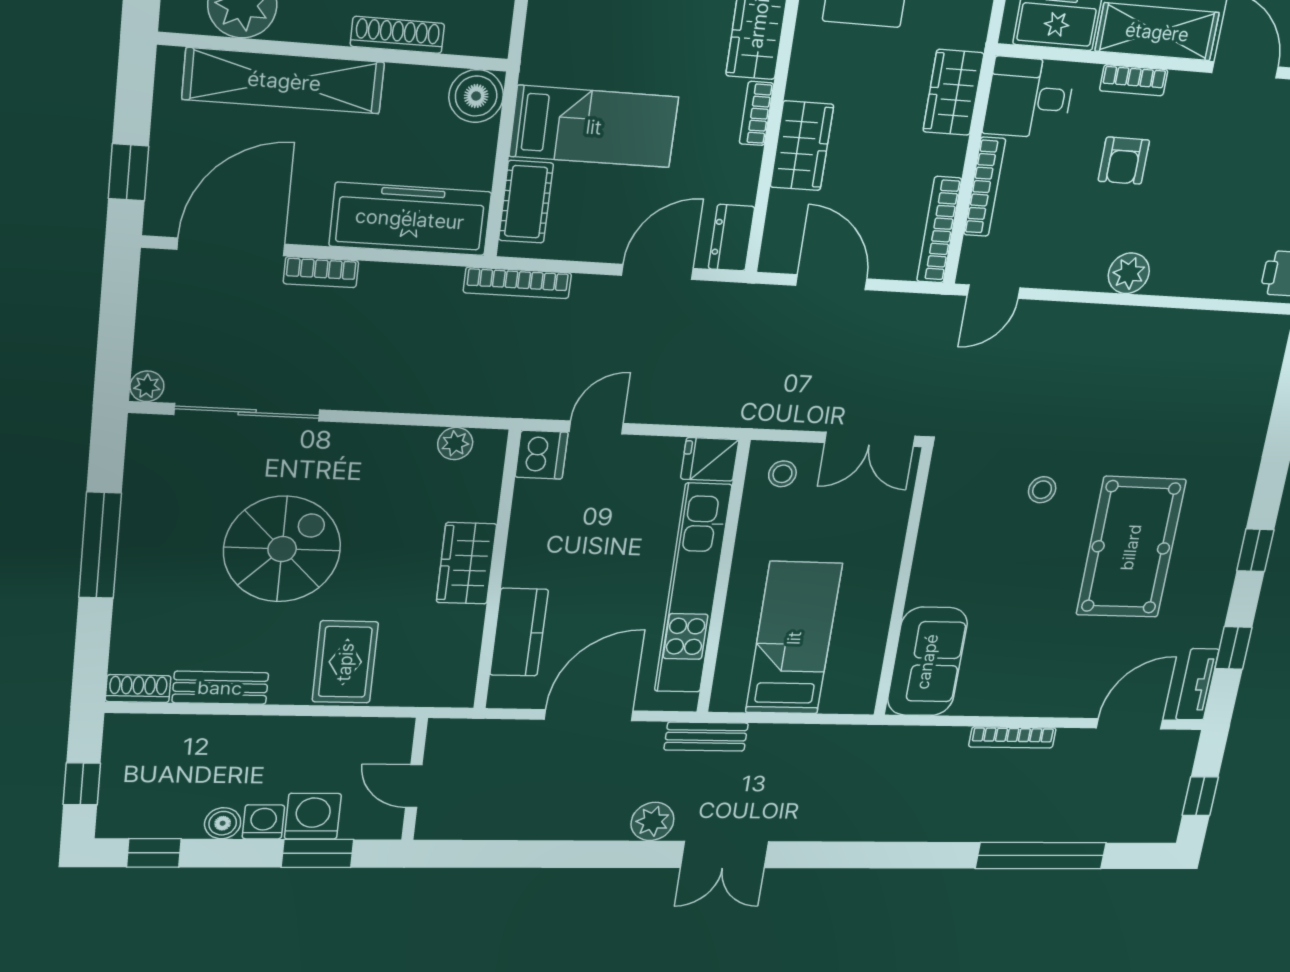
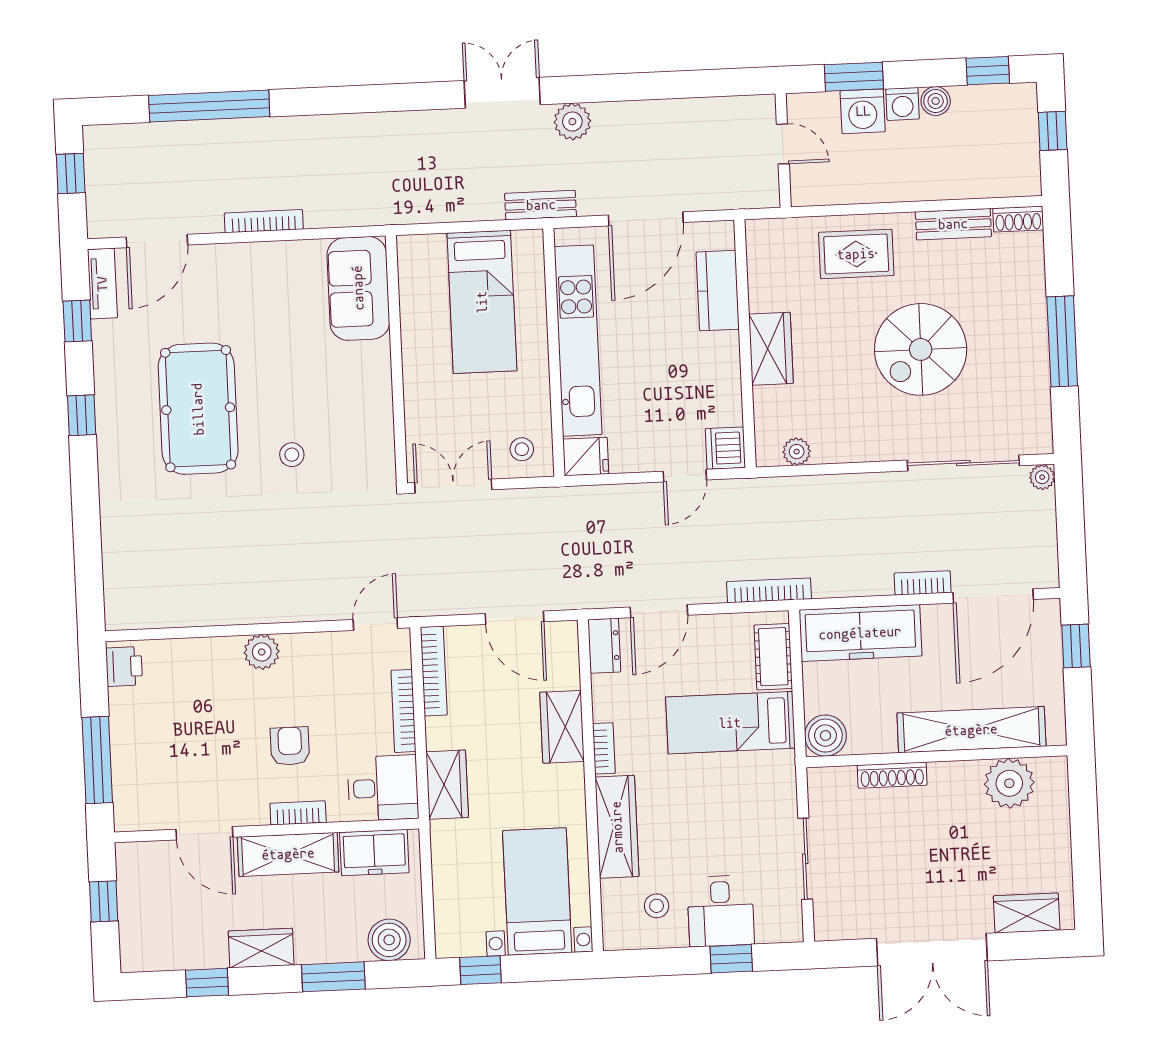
rug: (345, 662) -> (856, 254), turned 90

